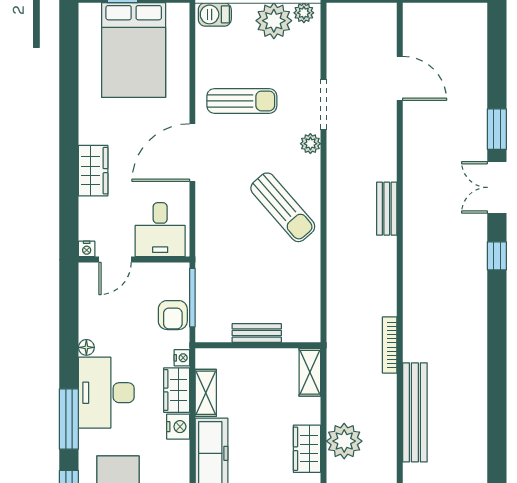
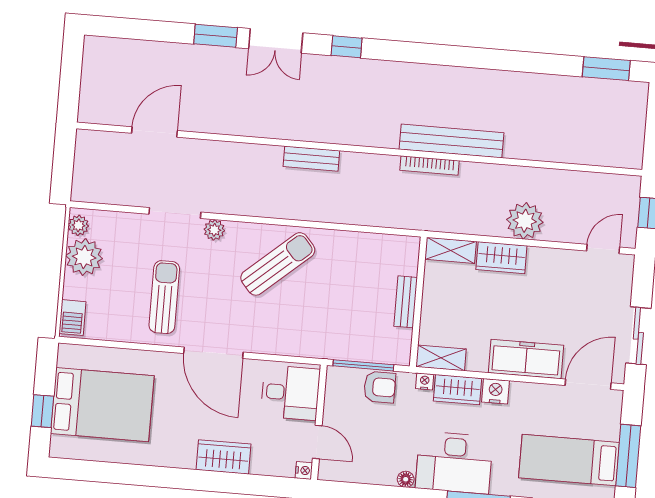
bench: (387, 209) -> (311, 159), moved
shelving: (206, 393) -> (441, 358), moved
bench: (415, 412) -> (451, 141), moved
wardrobe: (307, 449) -> (501, 258), moved

